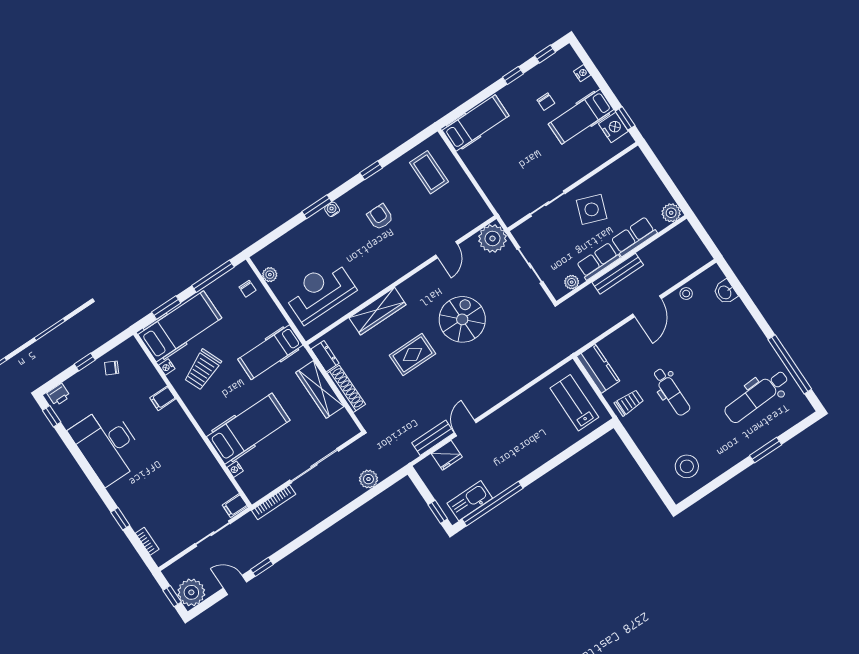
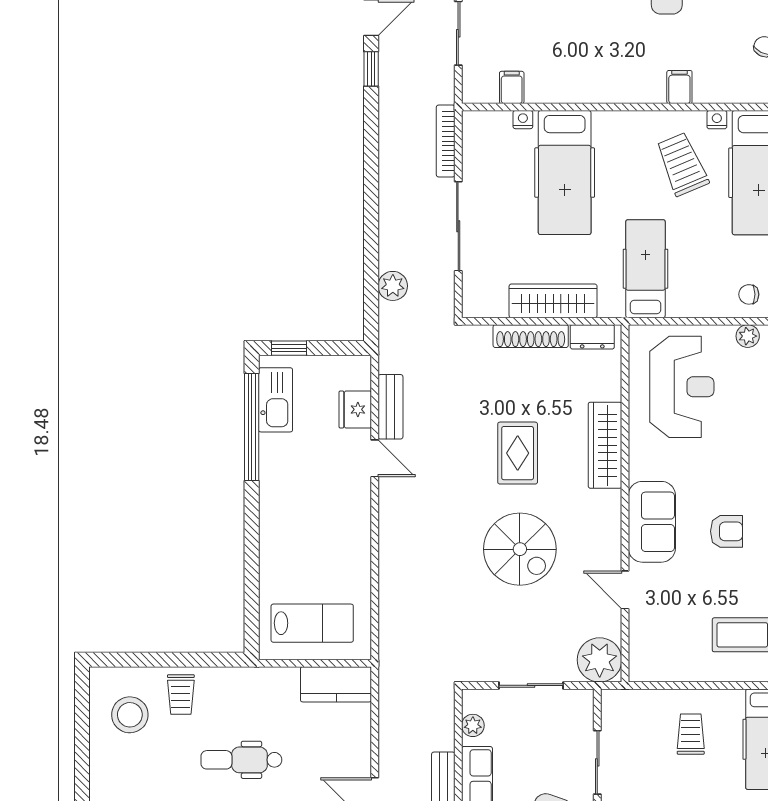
trolley: (499, 164) -> (691, 734), added
sofa: (401, 260) -> (652, 522), added
trolley: (629, 403) -> (181, 694), moved
filing cabinet: (235, 506) -> (512, 87), moved

